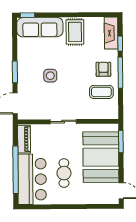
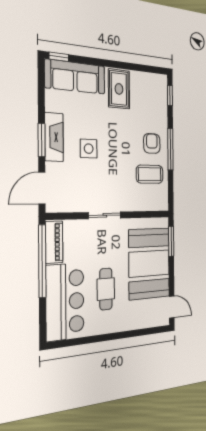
fireplace: (111, 33) -> (54, 137), moved, turned 180
window: (120, 44) -> (170, 96), moved
window: (16, 170) -> (42, 261), moved

